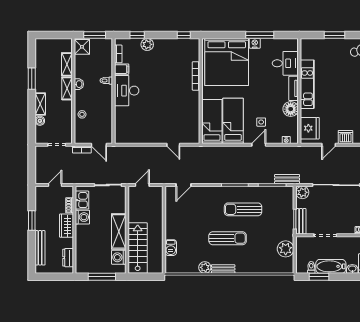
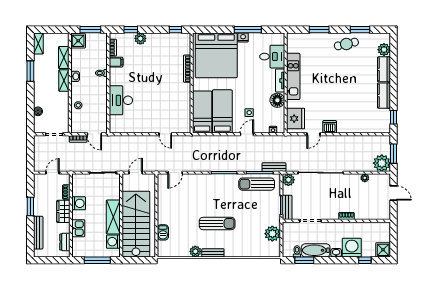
desk: (127, 91) -> (121, 100), moved
shelving: (40, 104) -> (38, 43), moved
kitchen sink: (82, 200) -> (78, 228), moved
sun lounger: (243, 209) -> (257, 184), moved
stairs: (138, 248) -> (136, 224), width x1.36, depth x1.51

